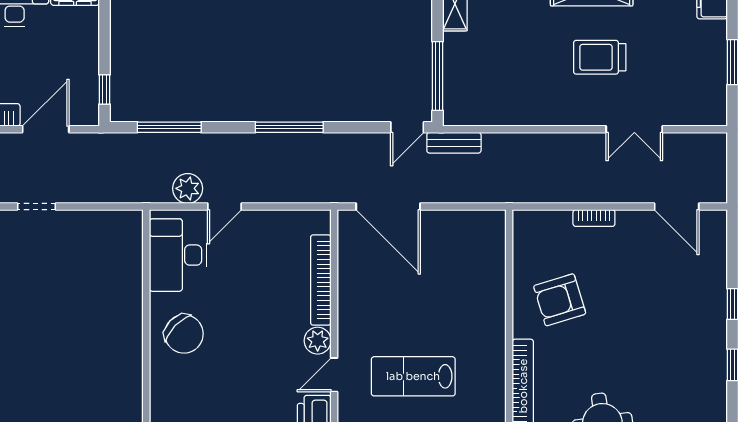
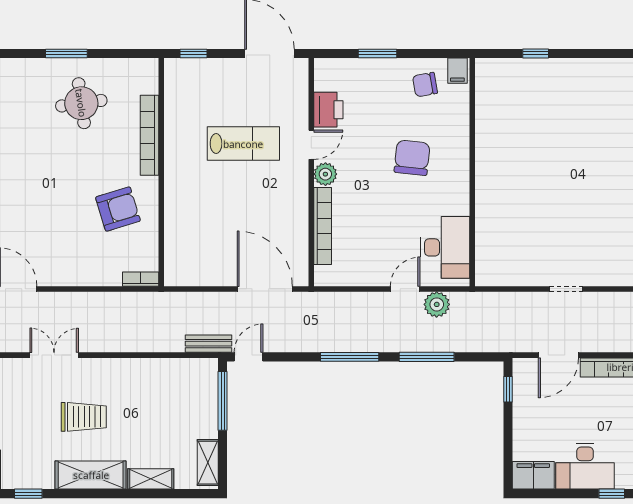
window: (169, 127) -> (427, 357), moved
bookcase: (594, 218) -> (141, 279), moved
chair: (184, 334) -> (412, 158), moved, turned 52

